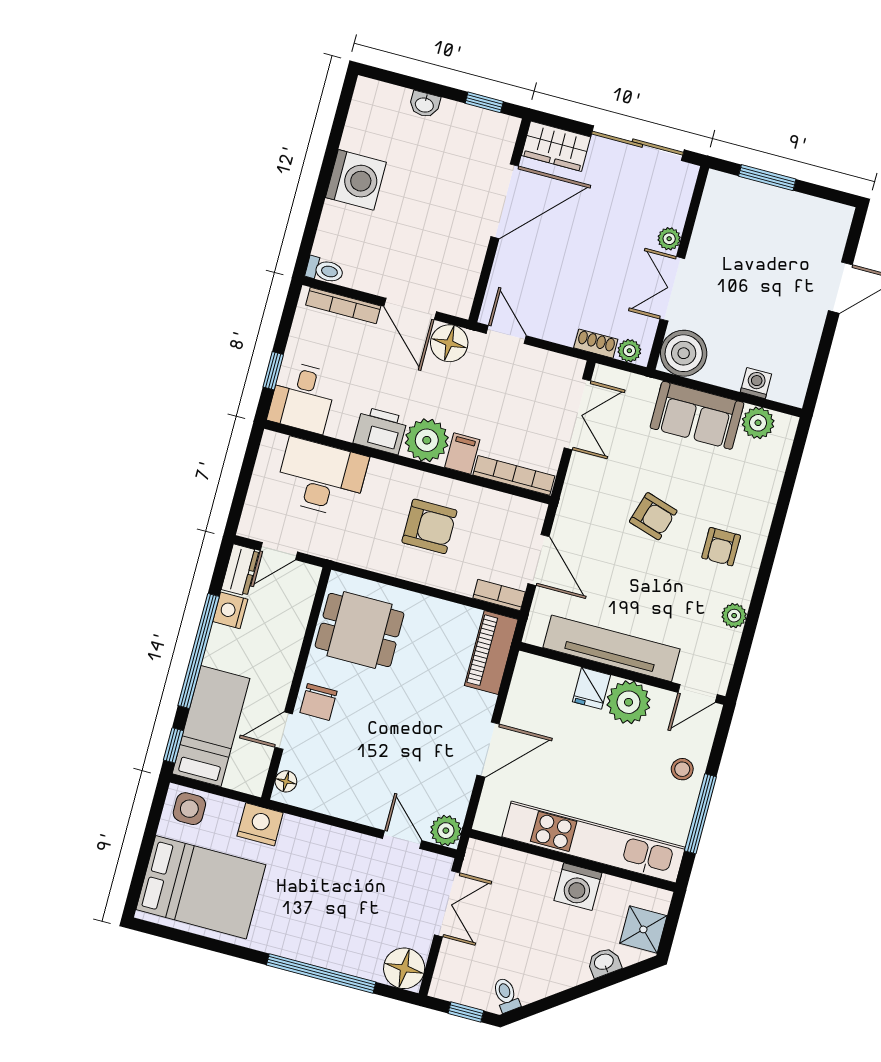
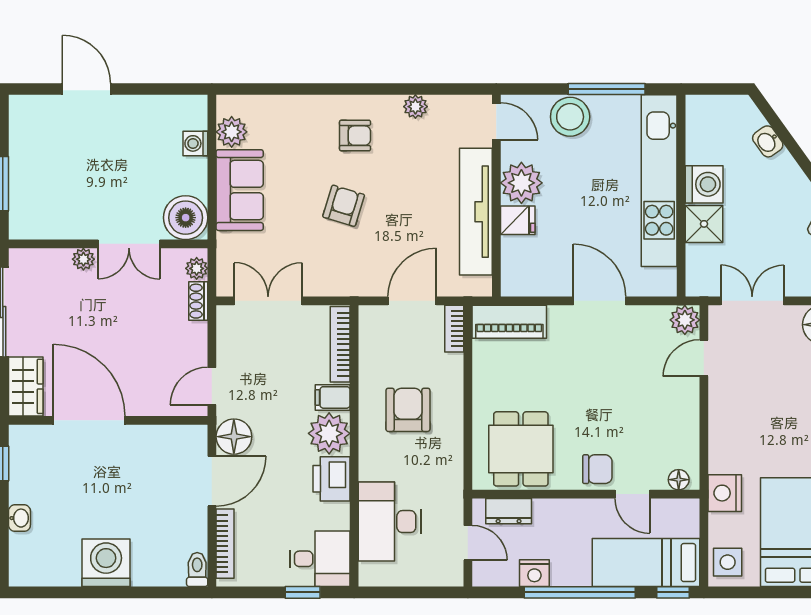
dresser: (240, 570) -> (509, 511), moved, turned 180
stool: (682, 769) -> (570, 117), width x1.89, depth x1.89
shower: (643, 929) -> (704, 224), moved

